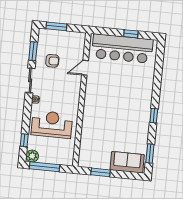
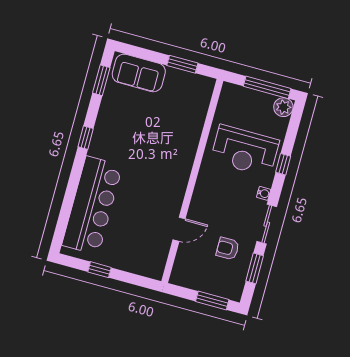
bar counter: (122, 49) -> (92, 205), moved, turned 90
window: (24, 140) -> (283, 164), moved

